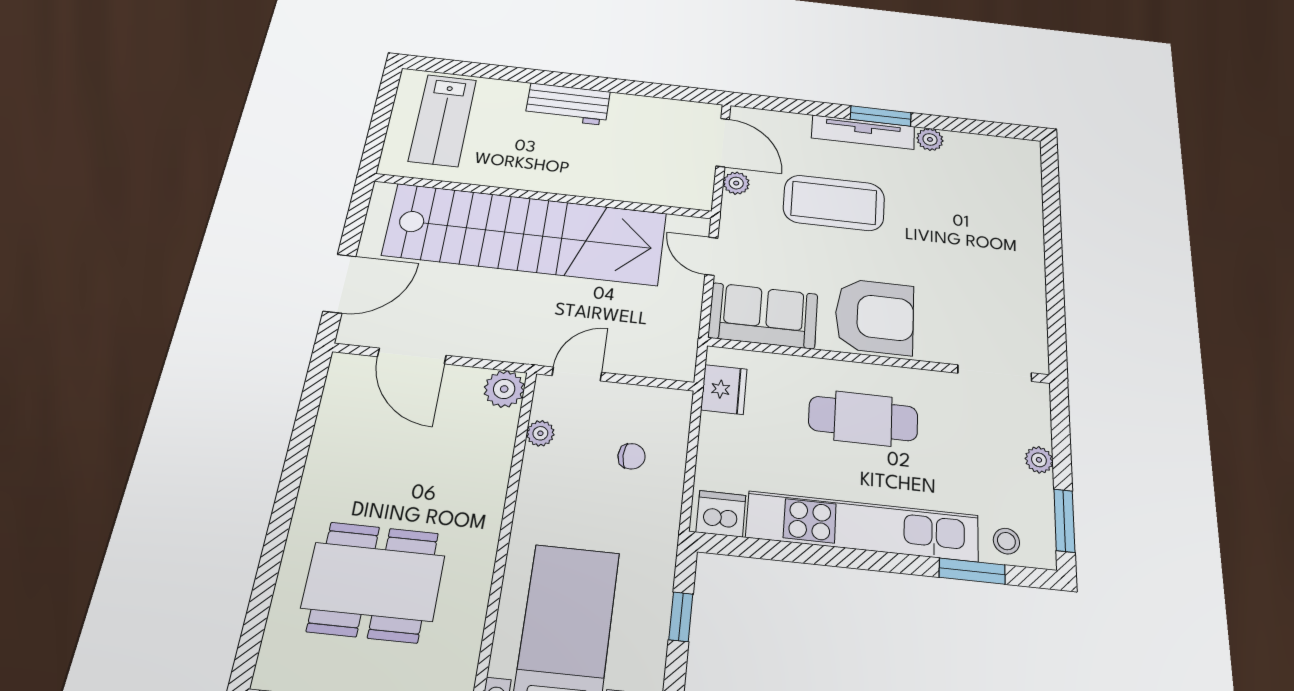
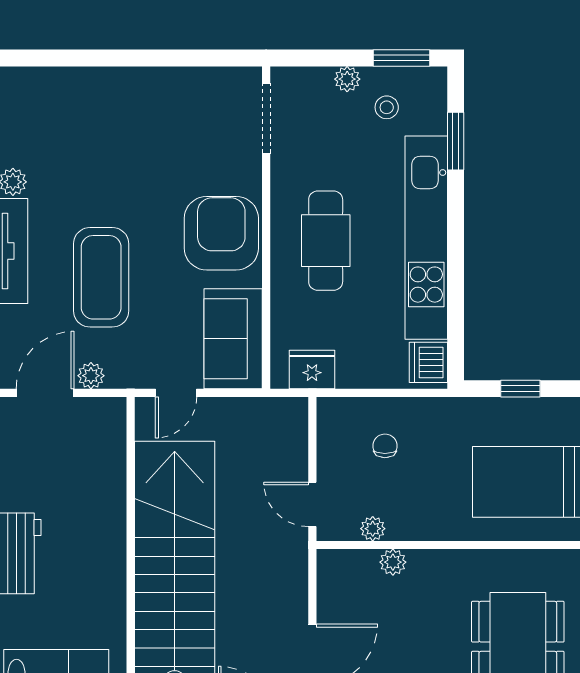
plant: (504, 389) -> (393, 562), moved, width x0.73, depth x0.73
stool: (1006, 541) -> (387, 107), moved

